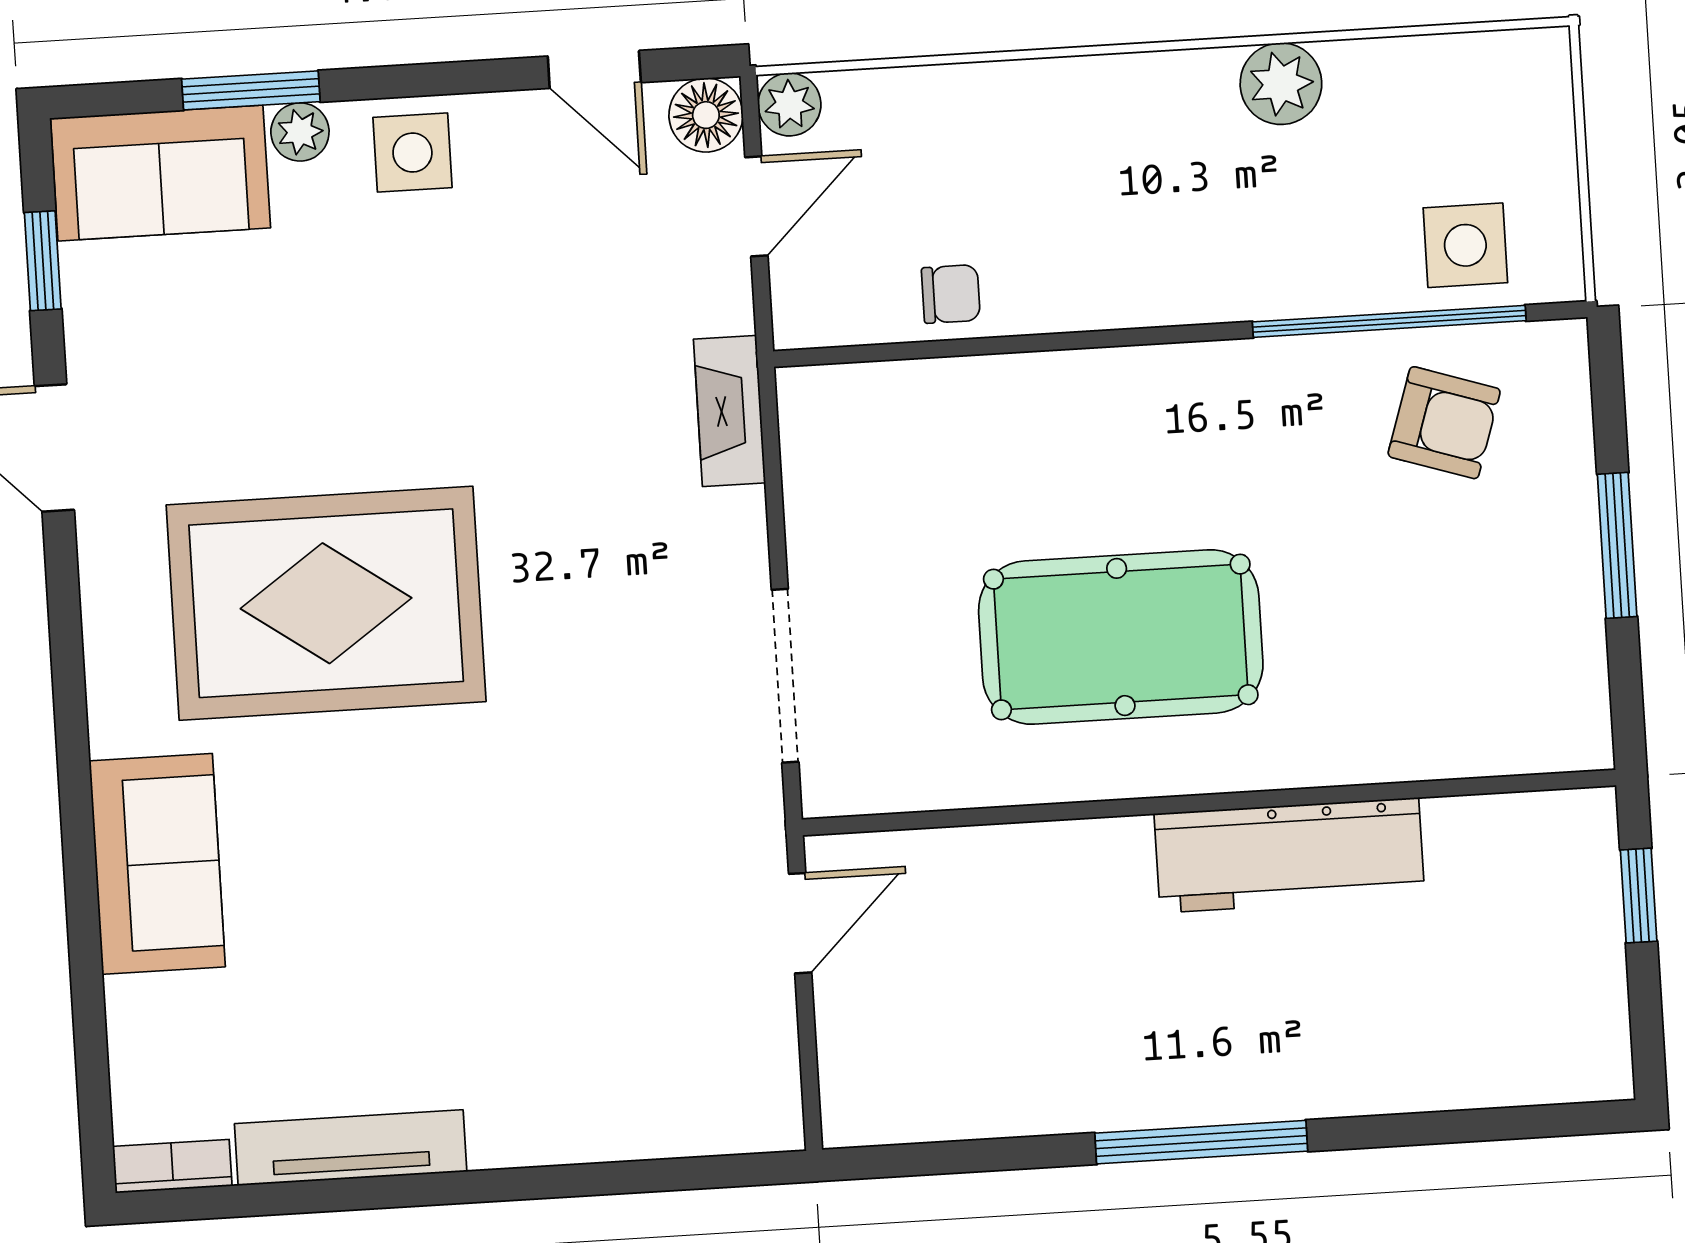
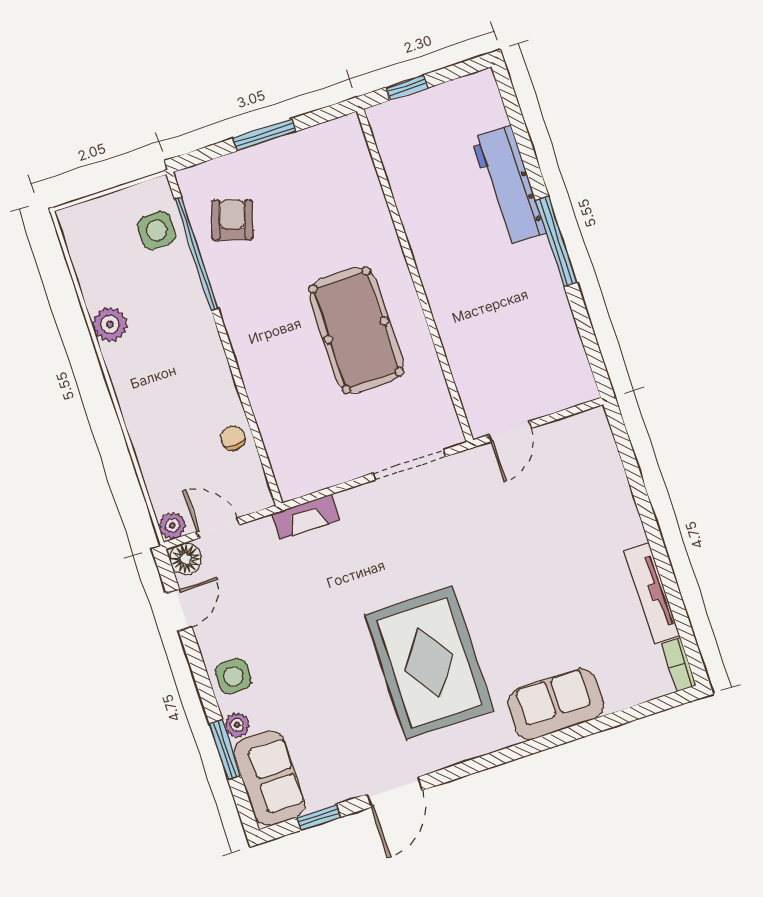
workbench: (1289, 855) -> (509, 186), moved, turned 180
door: (800, 923) -> (510, 432), swing flipped

